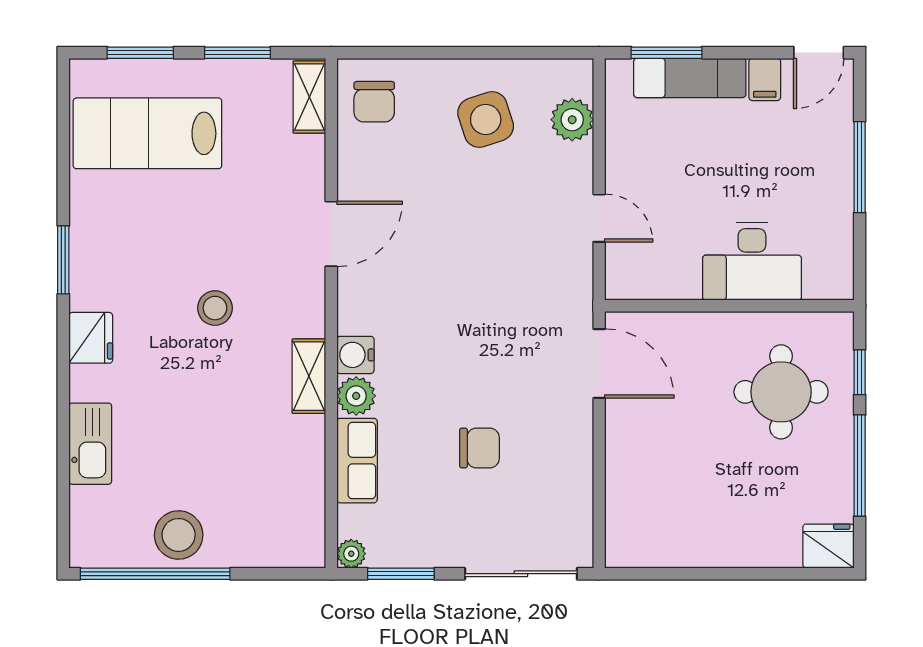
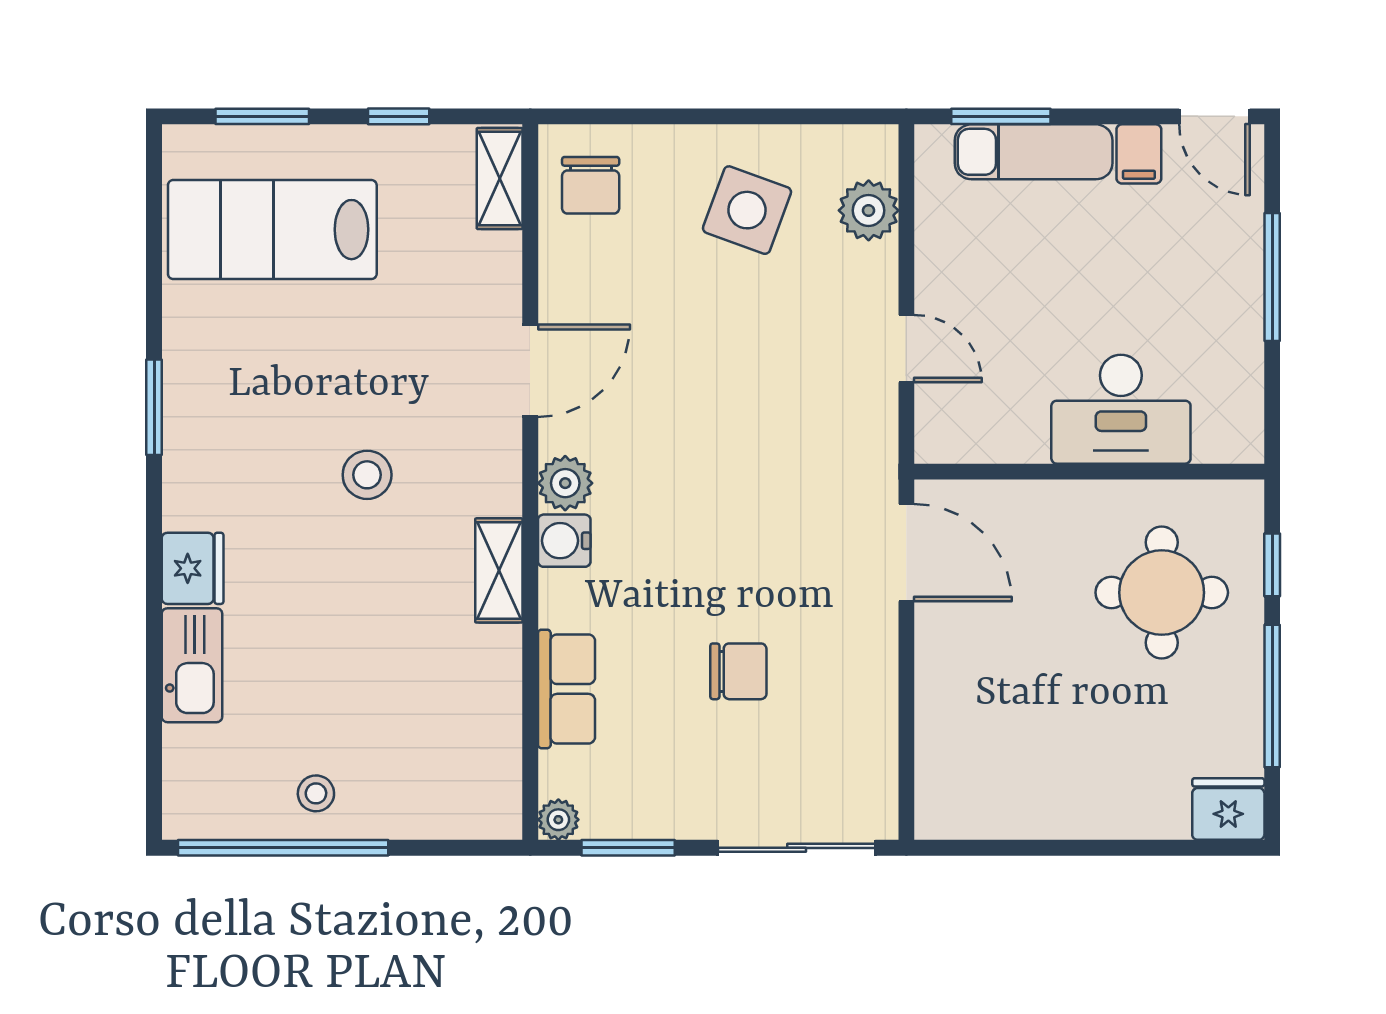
window: (237, 53) -> (399, 116), width x0.67
door: (819, 53) -> (1214, 116), hinge flipped
side table: (486, 119) -> (747, 210), turned 38
fridge: (91, 338) -> (193, 568), moved
plant: (356, 396) -> (565, 483), moved
stool: (179, 535) -> (316, 793), width x0.53, depth x0.53

